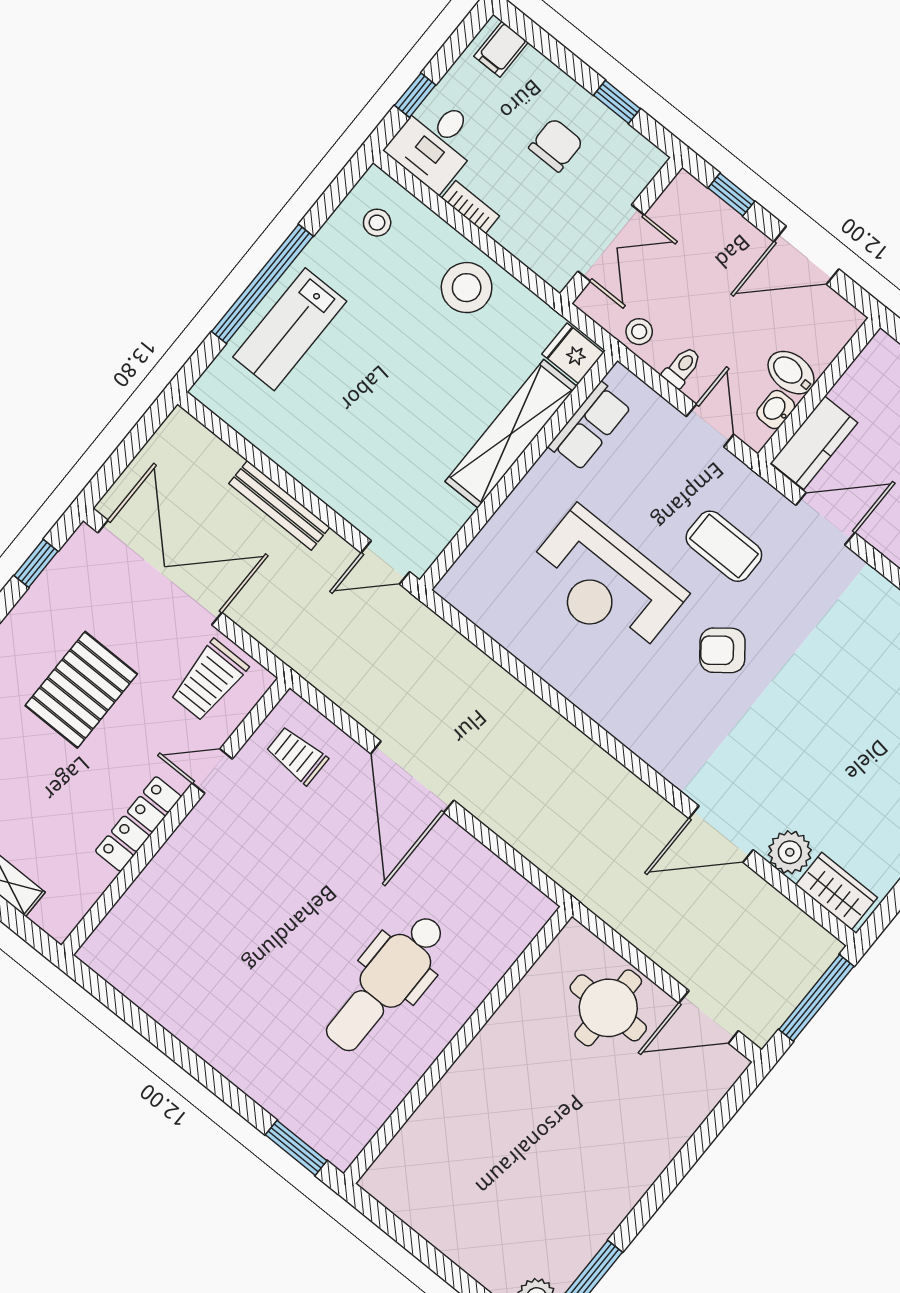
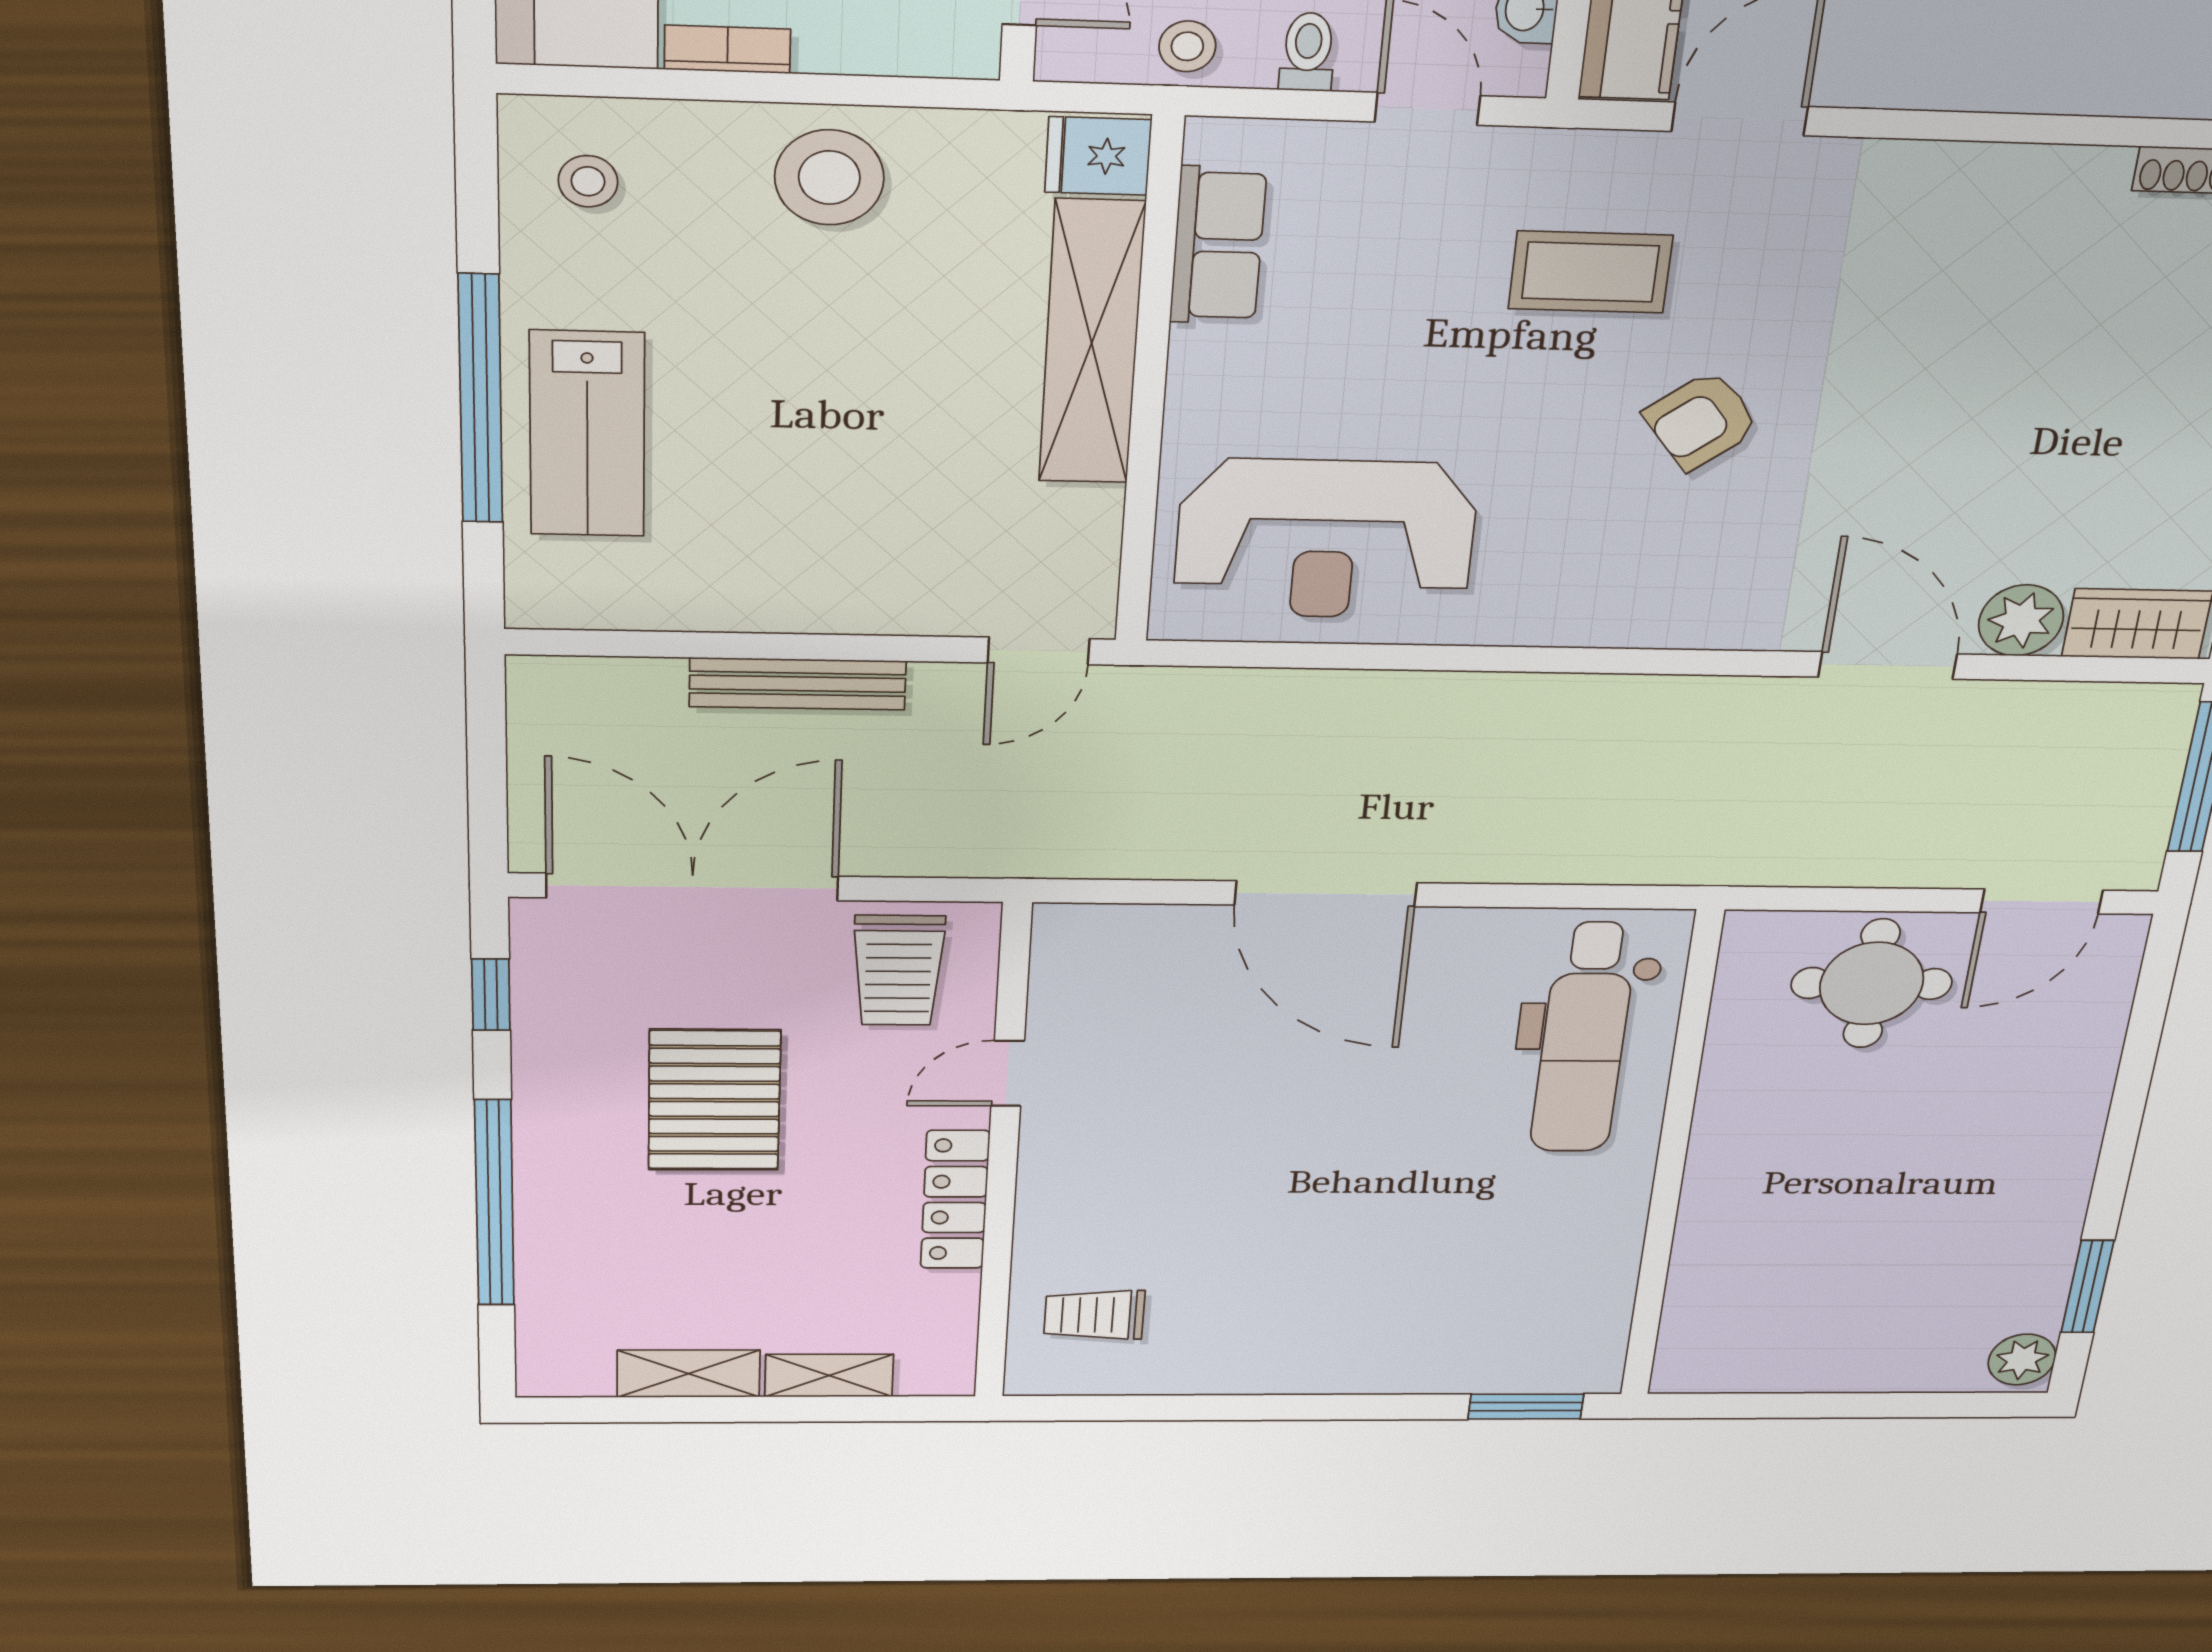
reception desk: (605, 583) -> (1325, 539), moved
trolley: (297, 755) -> (1094, 1315), moved
door: (721, 834) -> (1888, 666), swing flipped
dental chair: (386, 983) -> (1584, 1038), moved

